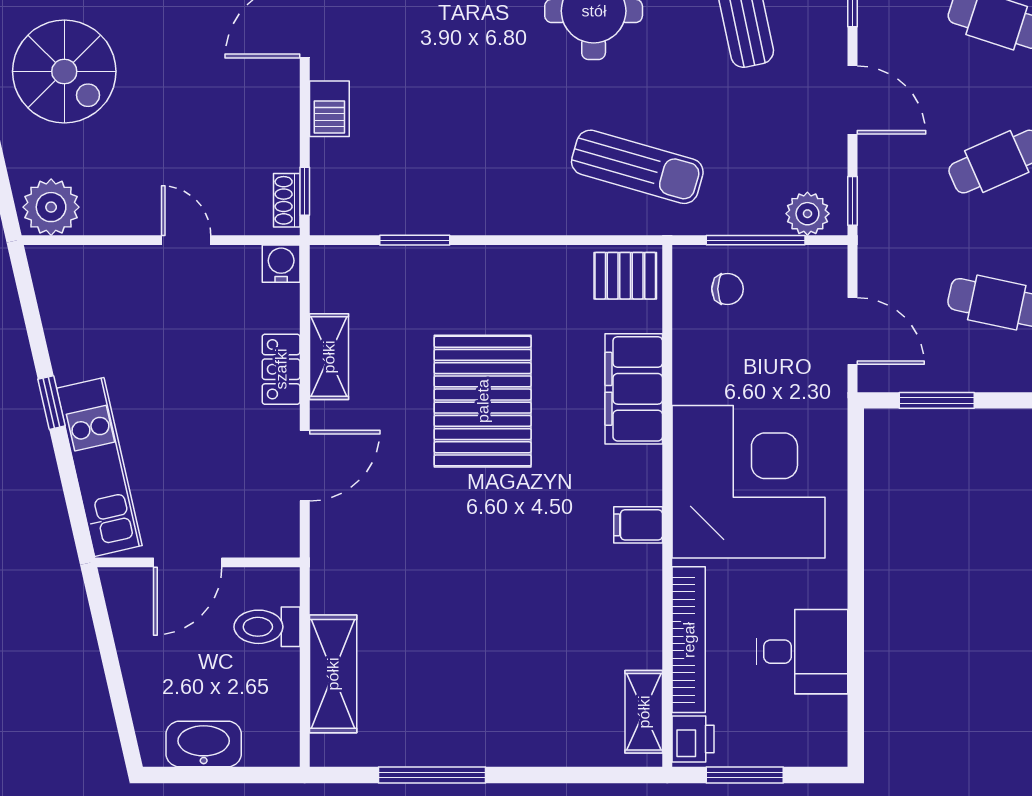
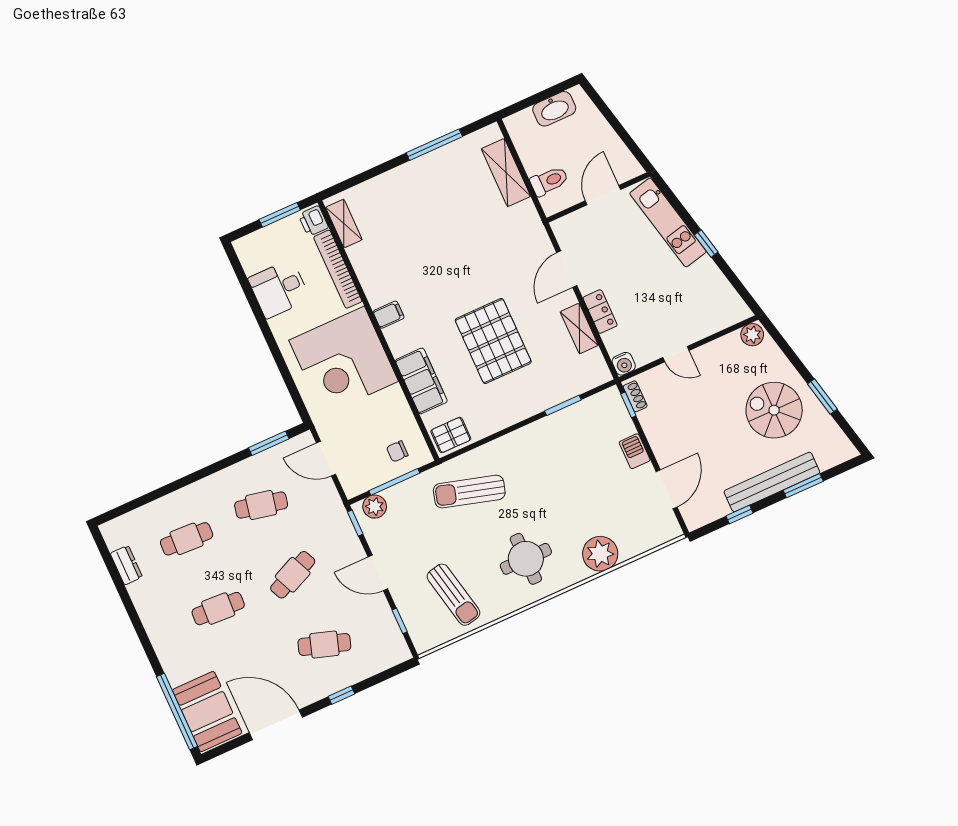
plant: (51, 207) -> (752, 335), width x0.73, depth x0.73

